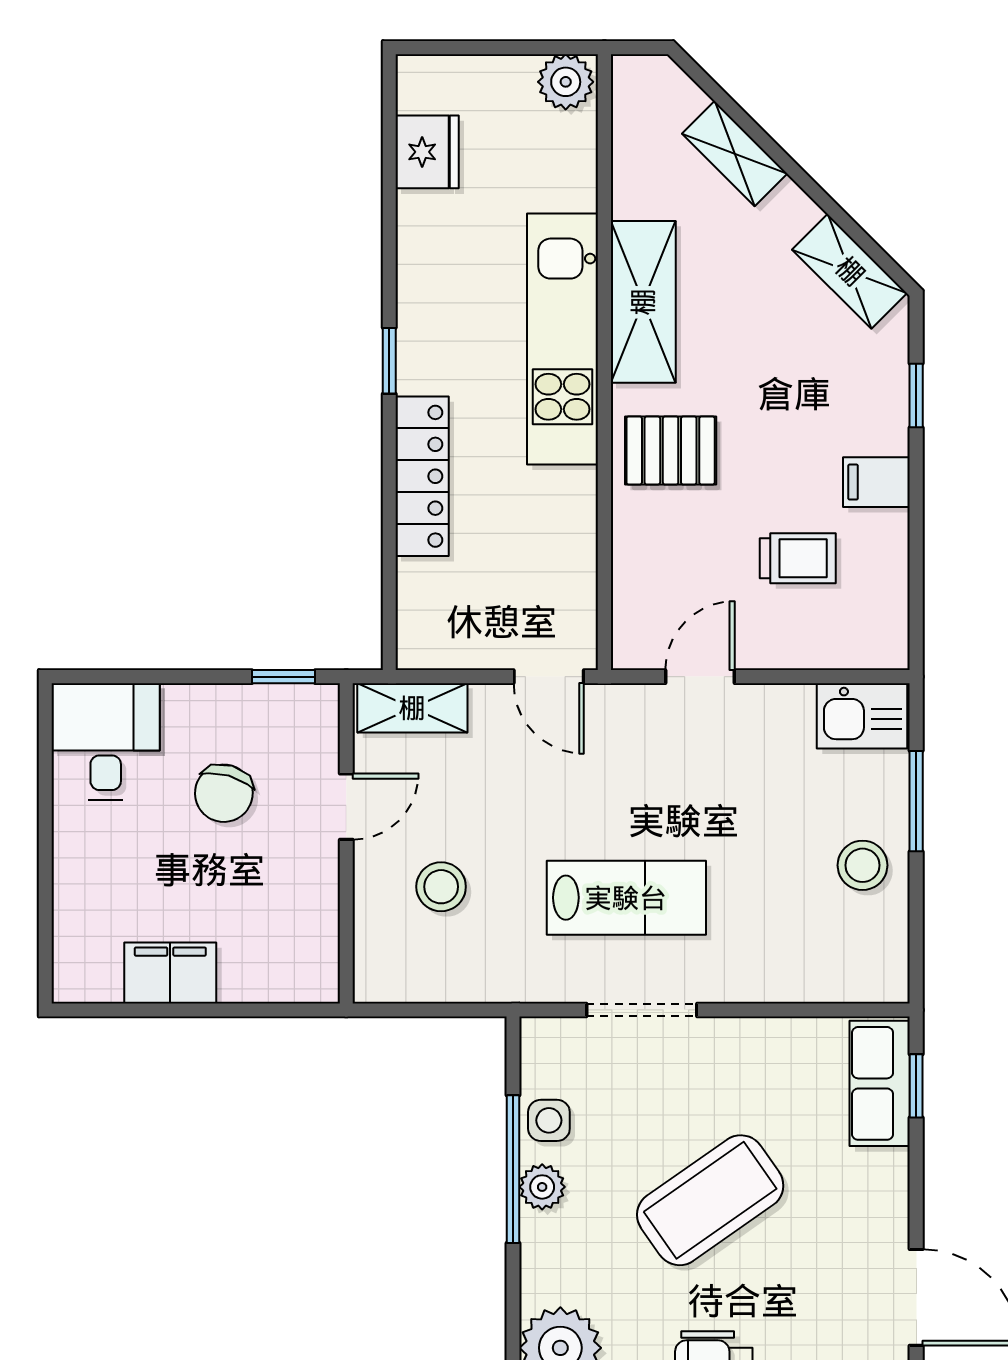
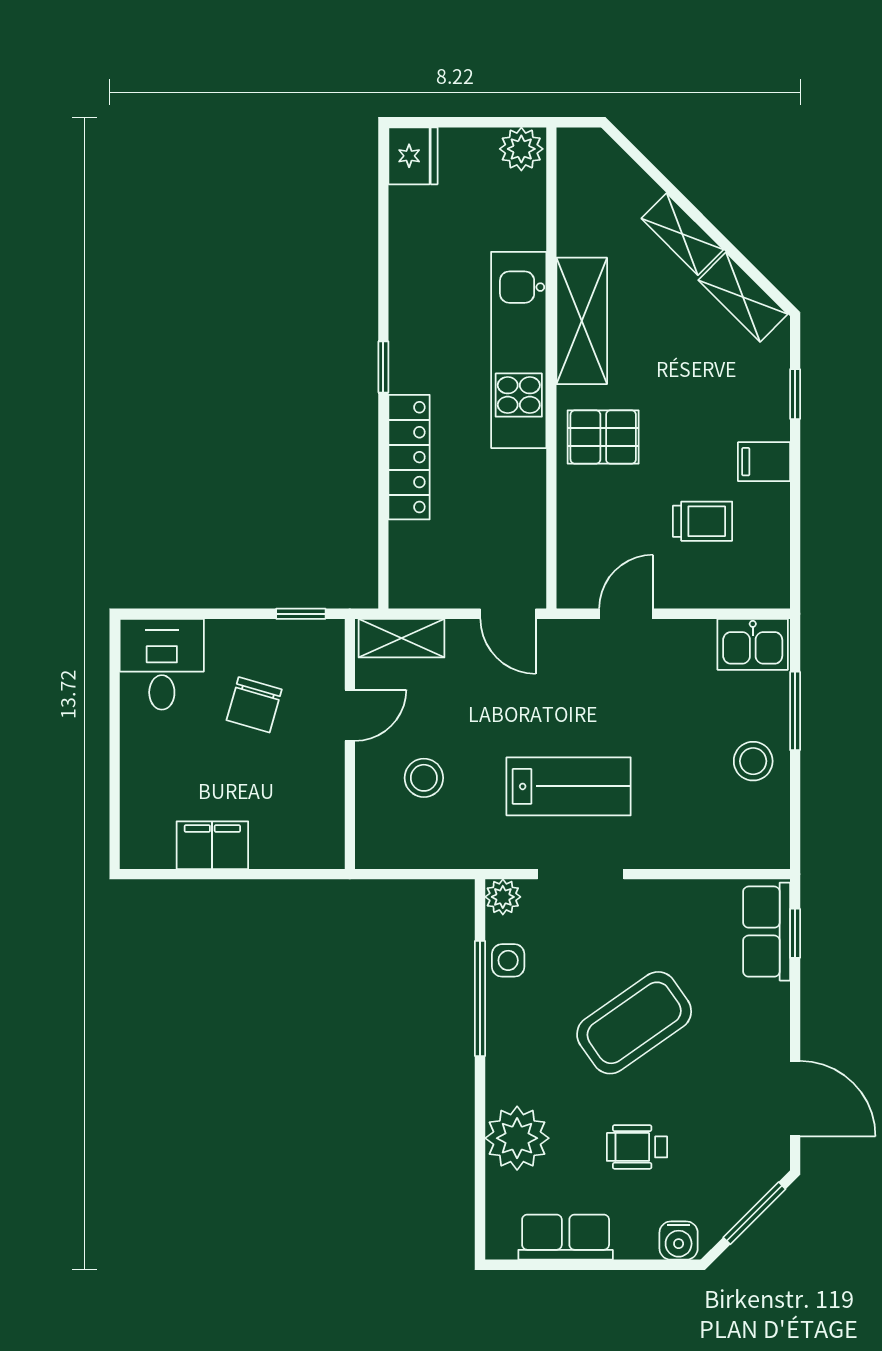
fridge: (427, 152) -> (413, 156), moved
shelving: (735, 154) -> (682, 234), moved
plant: (542, 1187) -> (503, 897), moved

